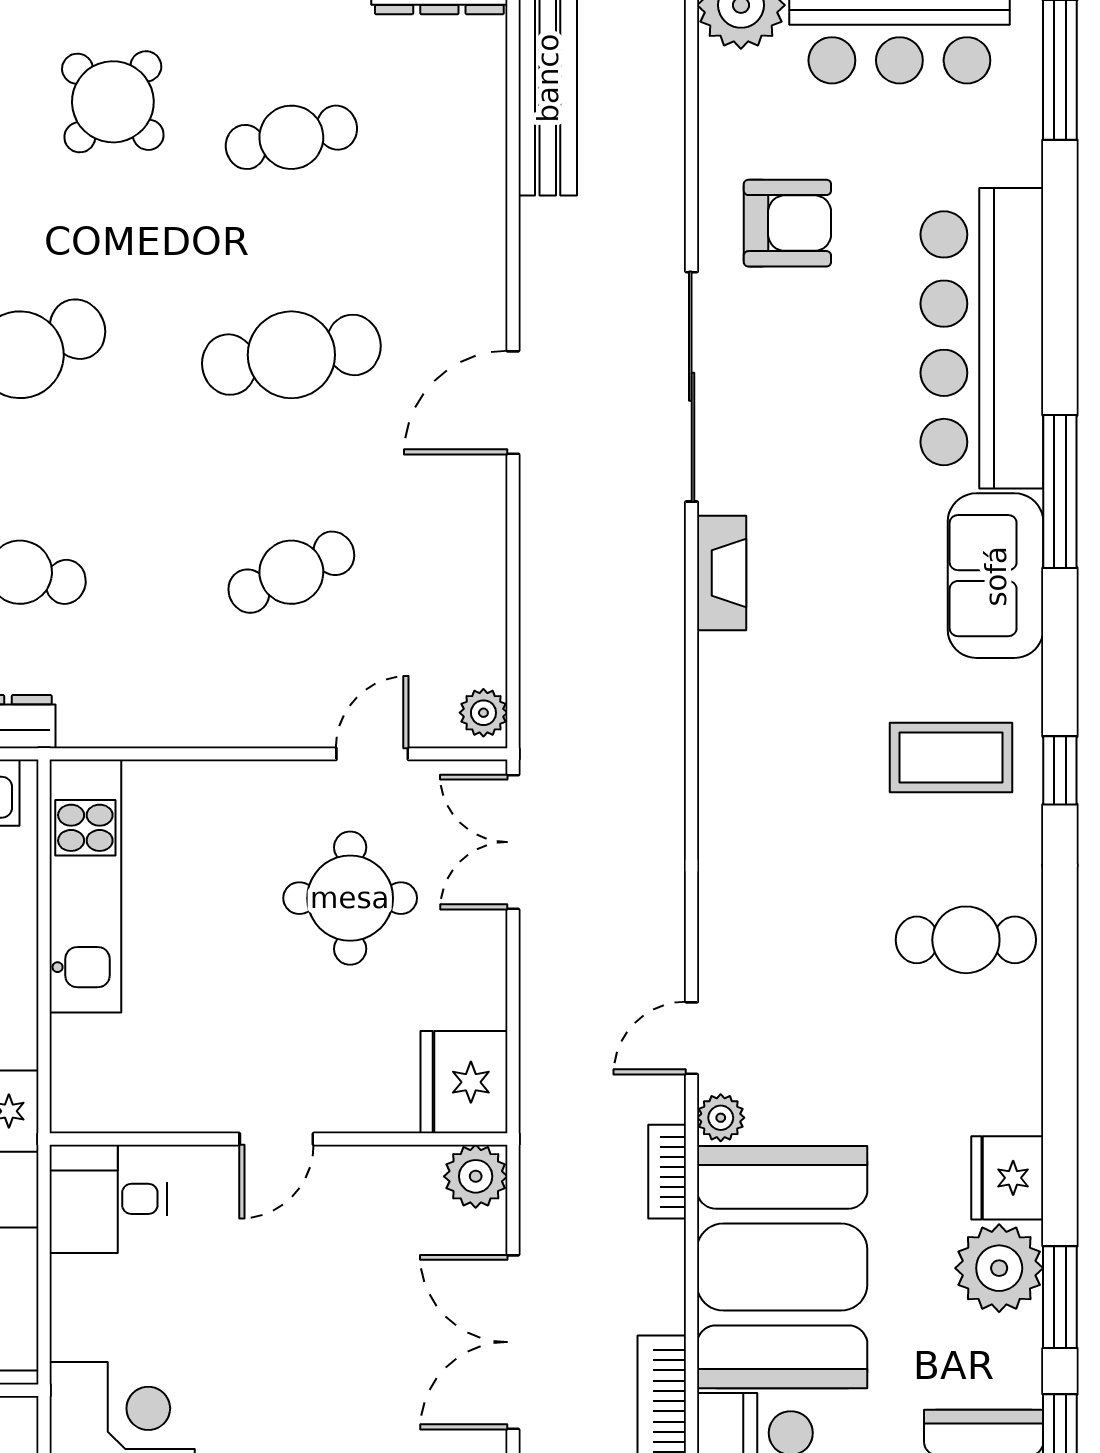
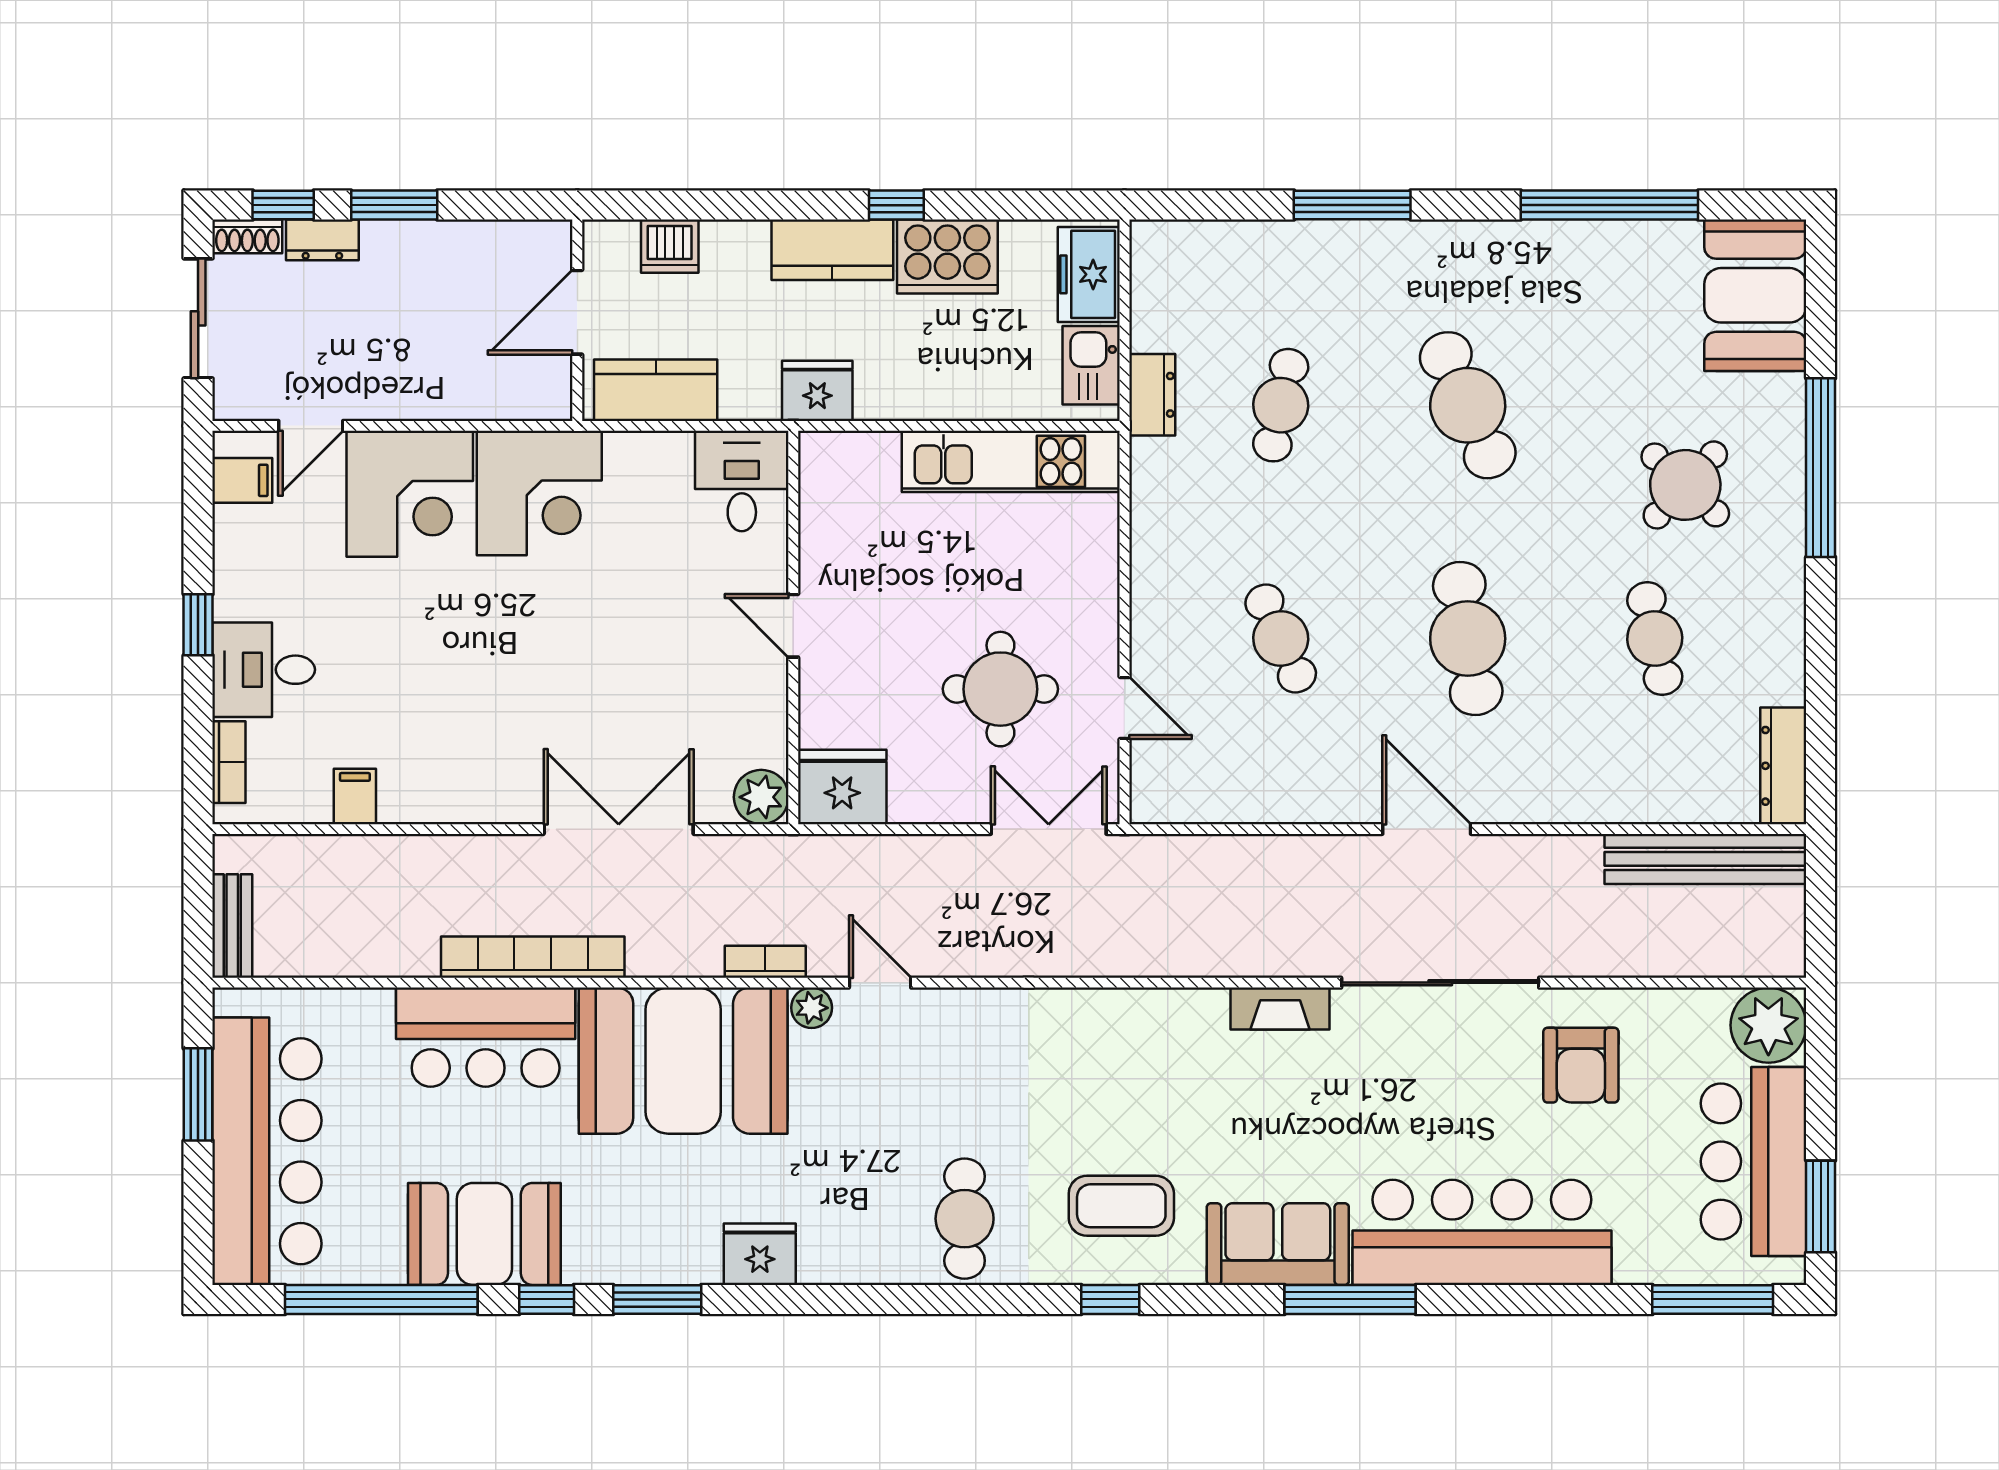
plant: (483, 713) -> (1160, 804), removed
coffee table: (951, 758) -> (1121, 1206), turned 90
plant: (999, 1268) -> (682, 1247), removed

